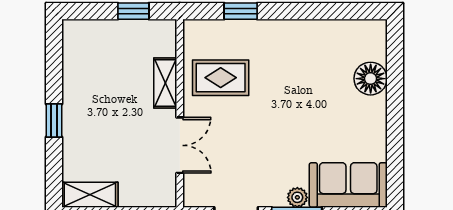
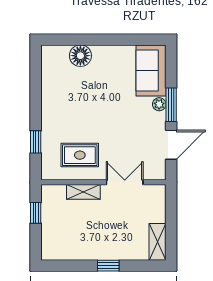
rug: (221, 78) -> (80, 155), turned 90

